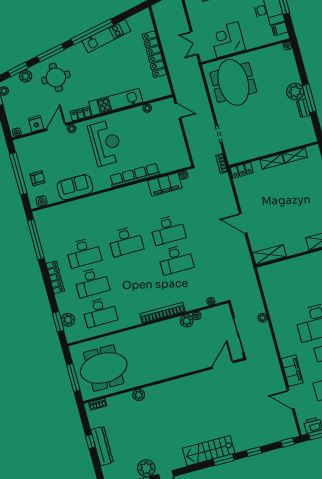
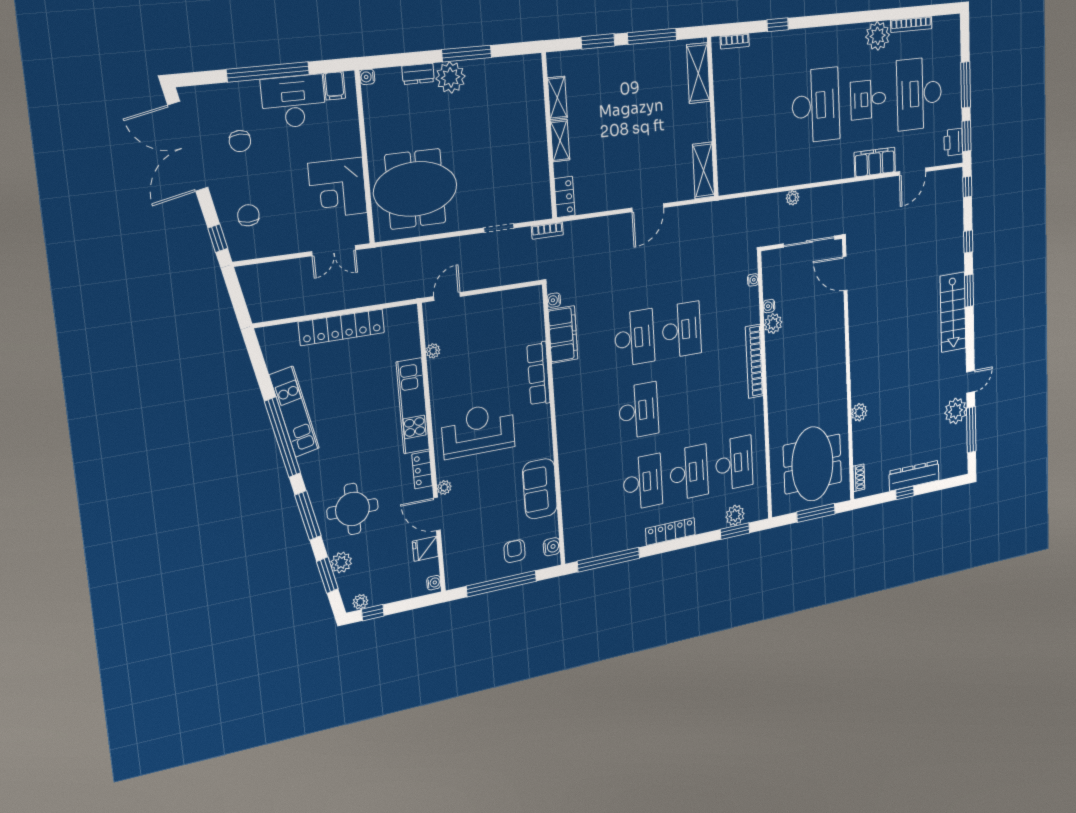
dresser: (303, 108) -> (418, 74), moved
row of seats: (135, 175) -> (538, 374), width x0.73

